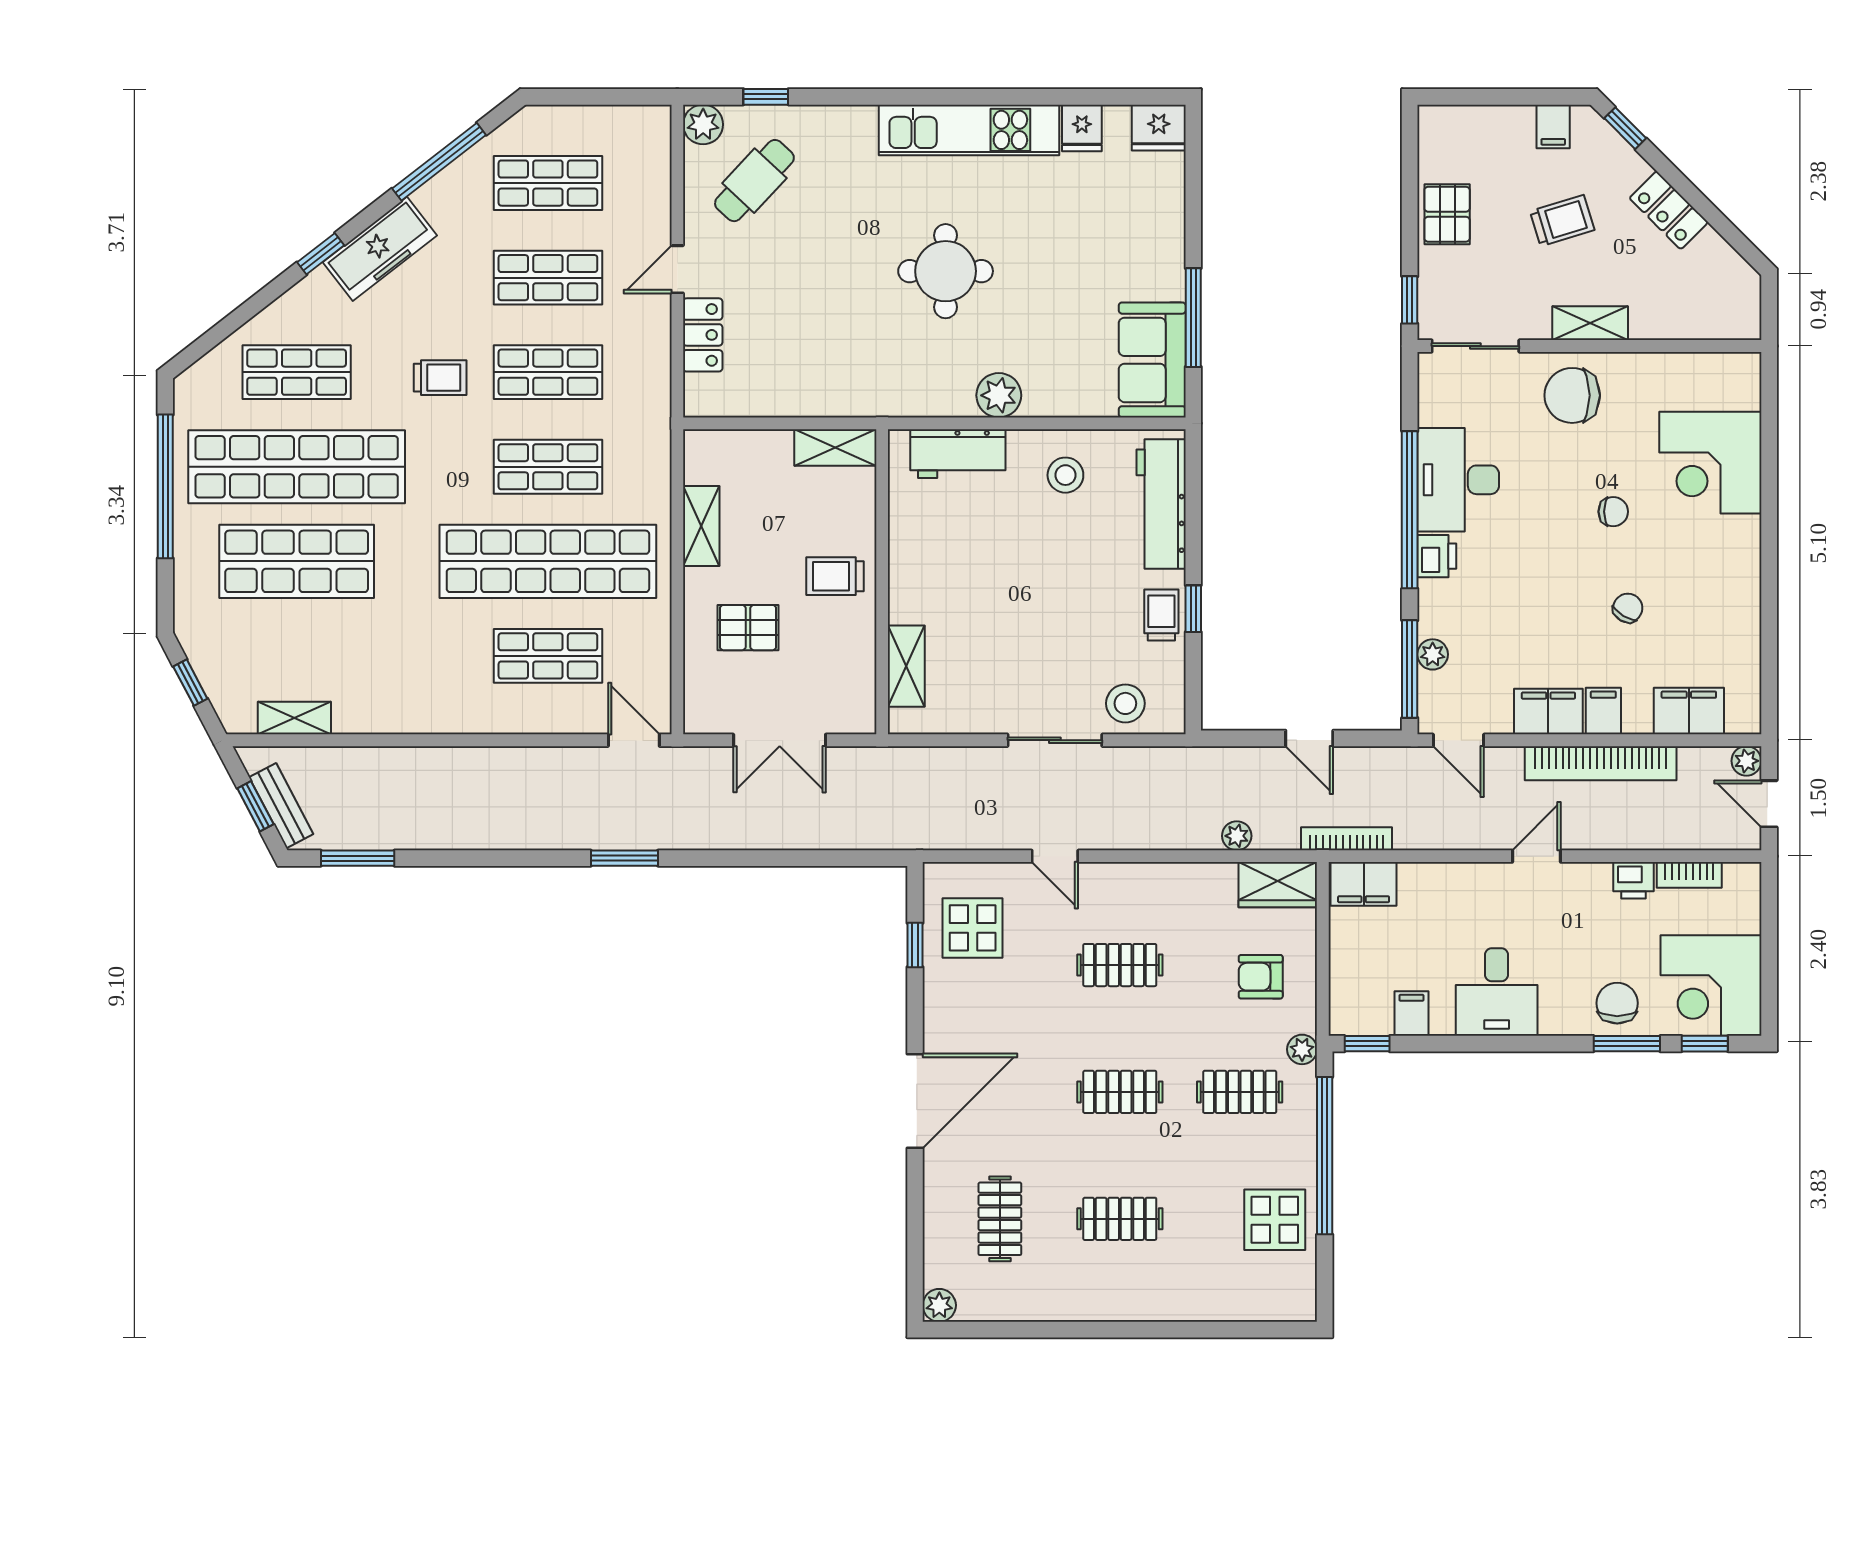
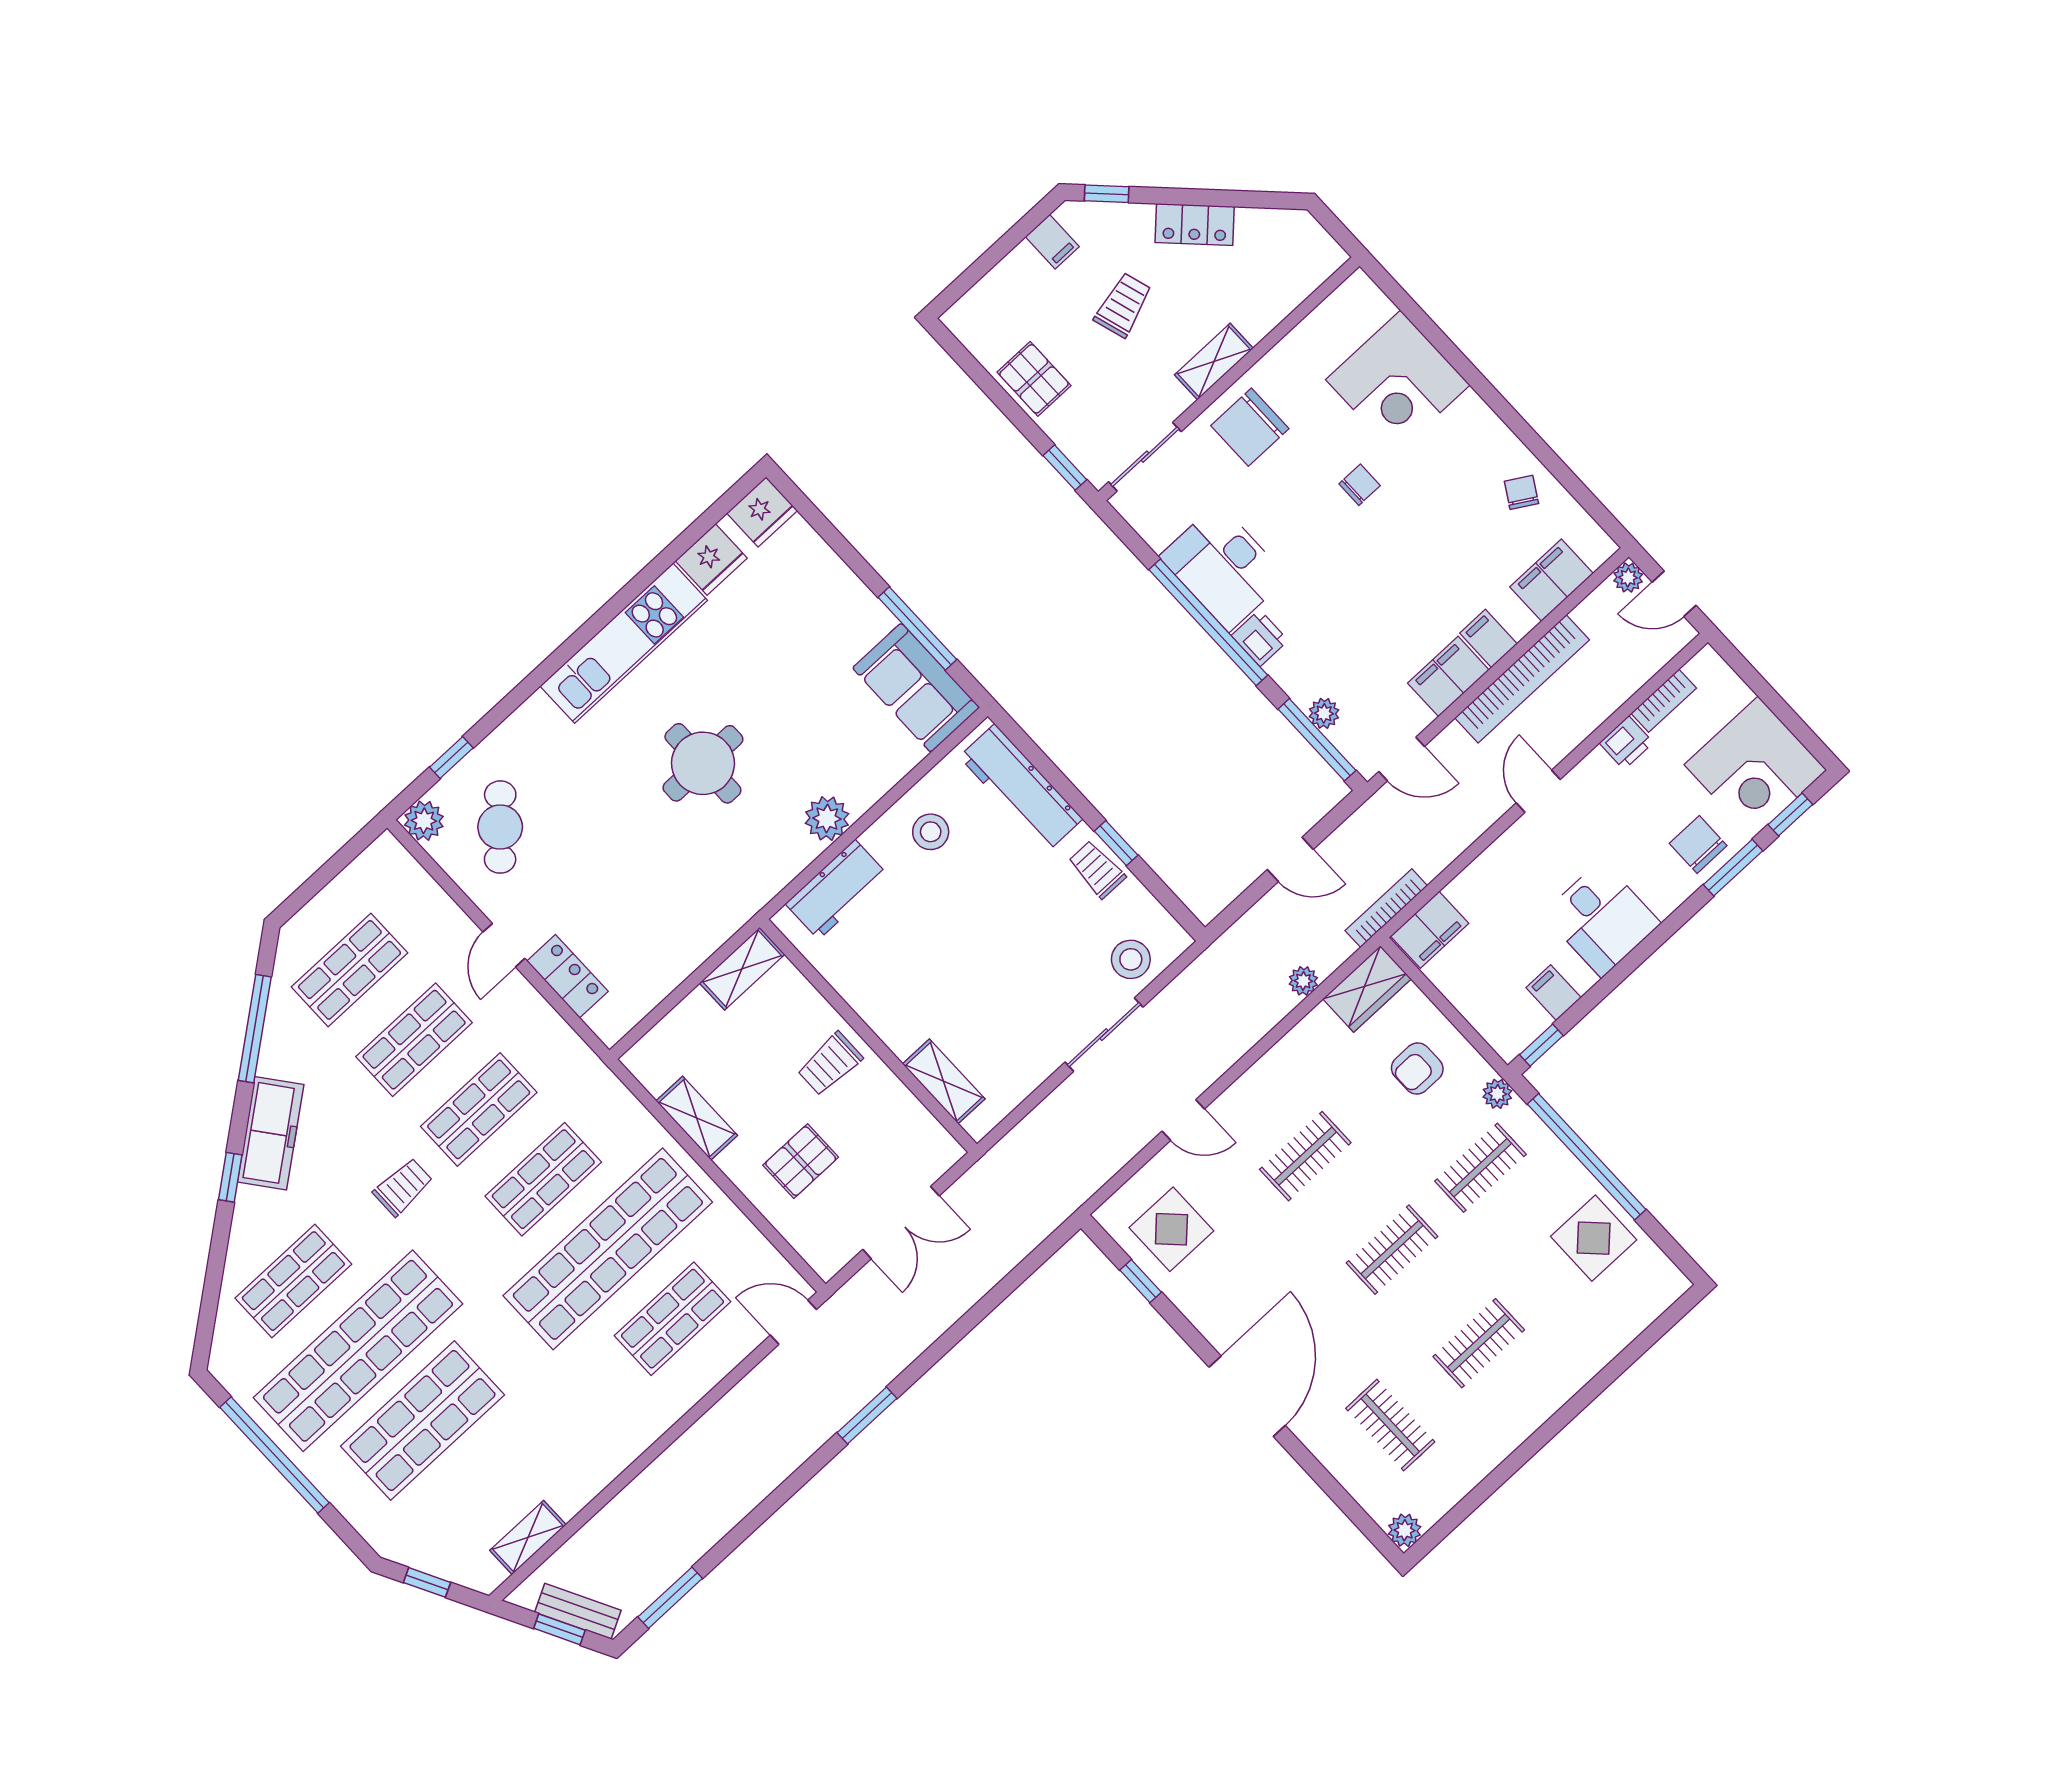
fridge: (1082, 128) -> (711, 559), width x1.38
chair: (1628, 608) -> (1521, 492), moved

